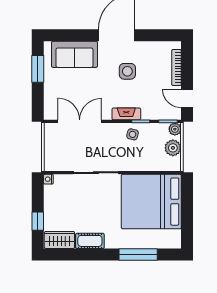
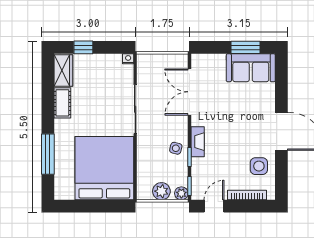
sofa: (74, 54) -> (251, 68), moved, turned -90
side table: (127, 71) -> (259, 166), moved
double door: (80, 121) -> (190, 92), swing flipped

